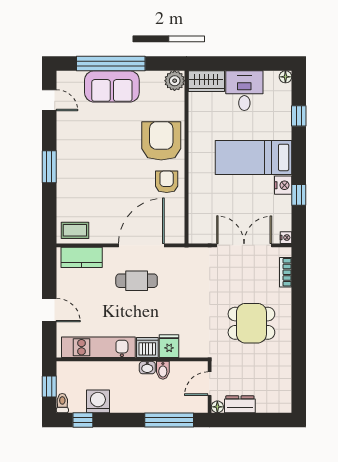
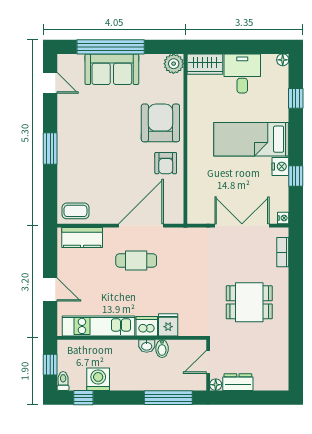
armchair: (167, 182) -> (166, 163), turned 180

